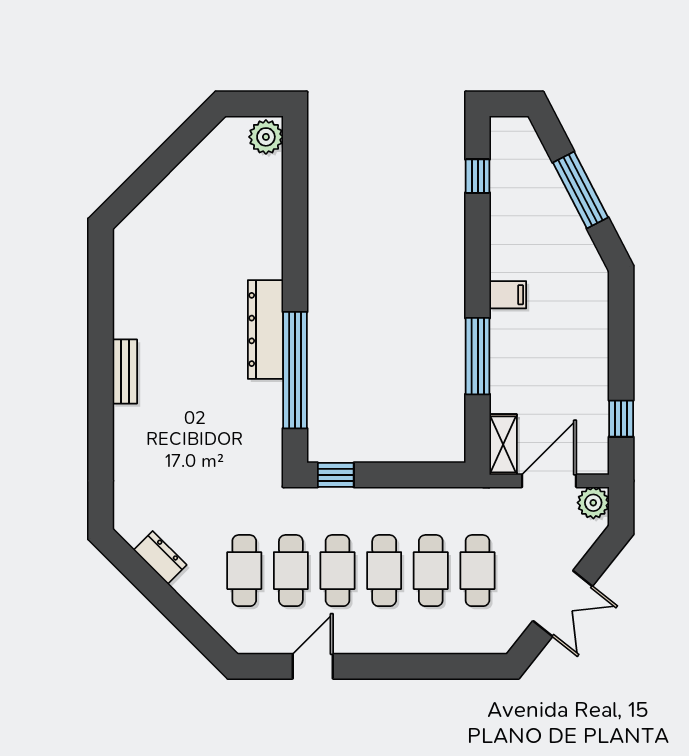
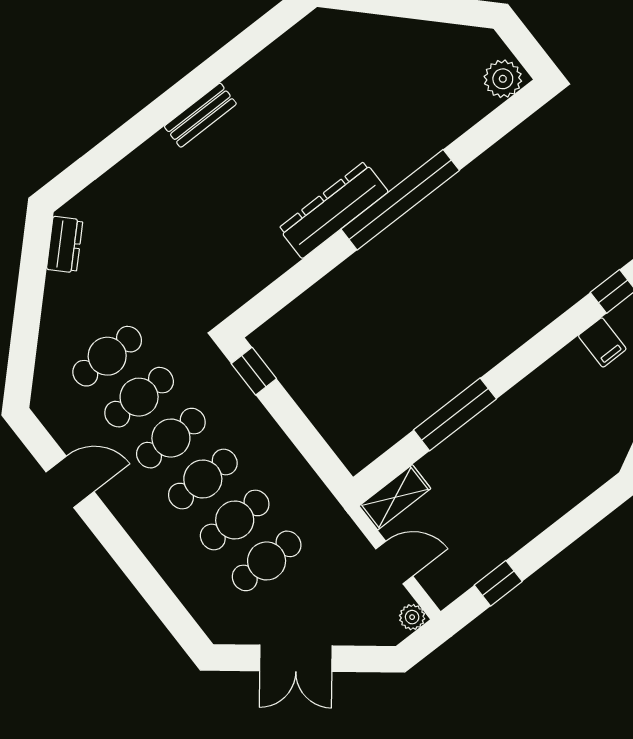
filing cabinet: (508, 295) -> (602, 342), moved
window: (295, 370) -> (400, 200), moved
door: (549, 481) -> (394, 562), width x0.73
plant: (593, 503) -> (412, 617), width x0.73, depth x0.73
dresser: (160, 558) -> (65, 245), moved

